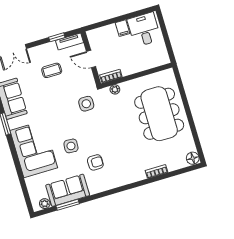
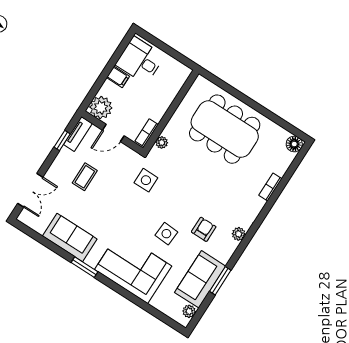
plant: (97, 38) -> (101, 108), added
plant: (114, 183) -> (239, 234), added
window: (68, 205) -> (220, 281), moved

